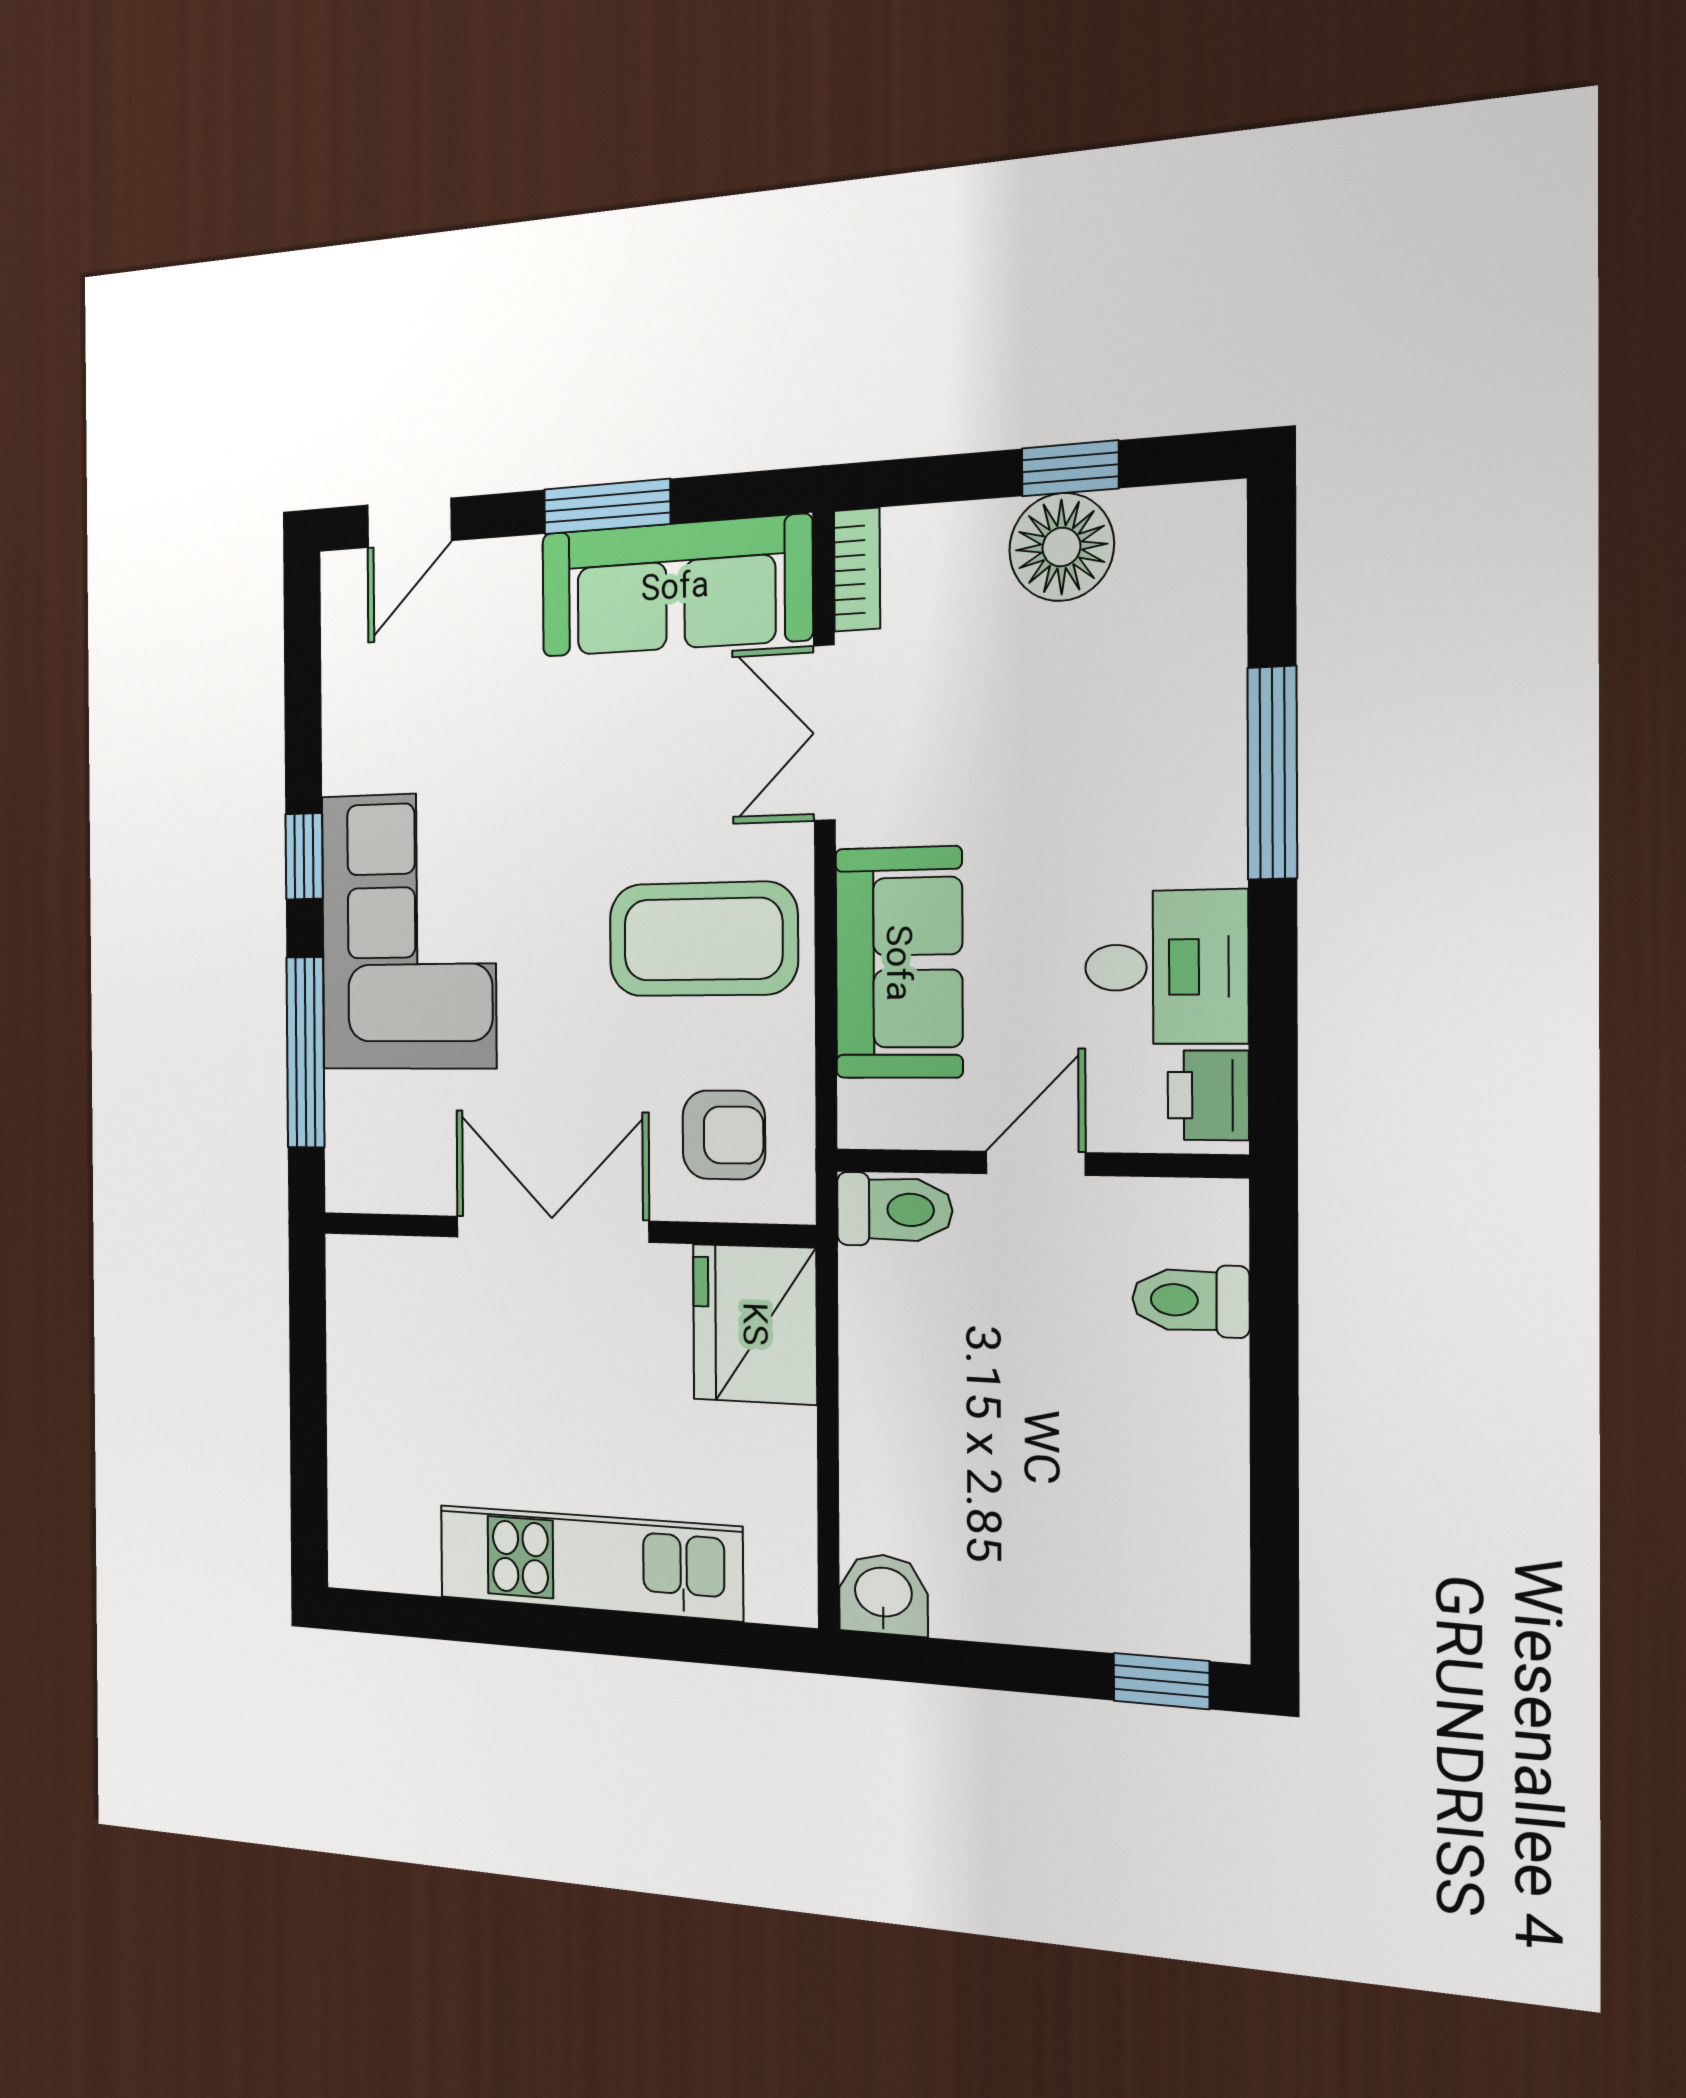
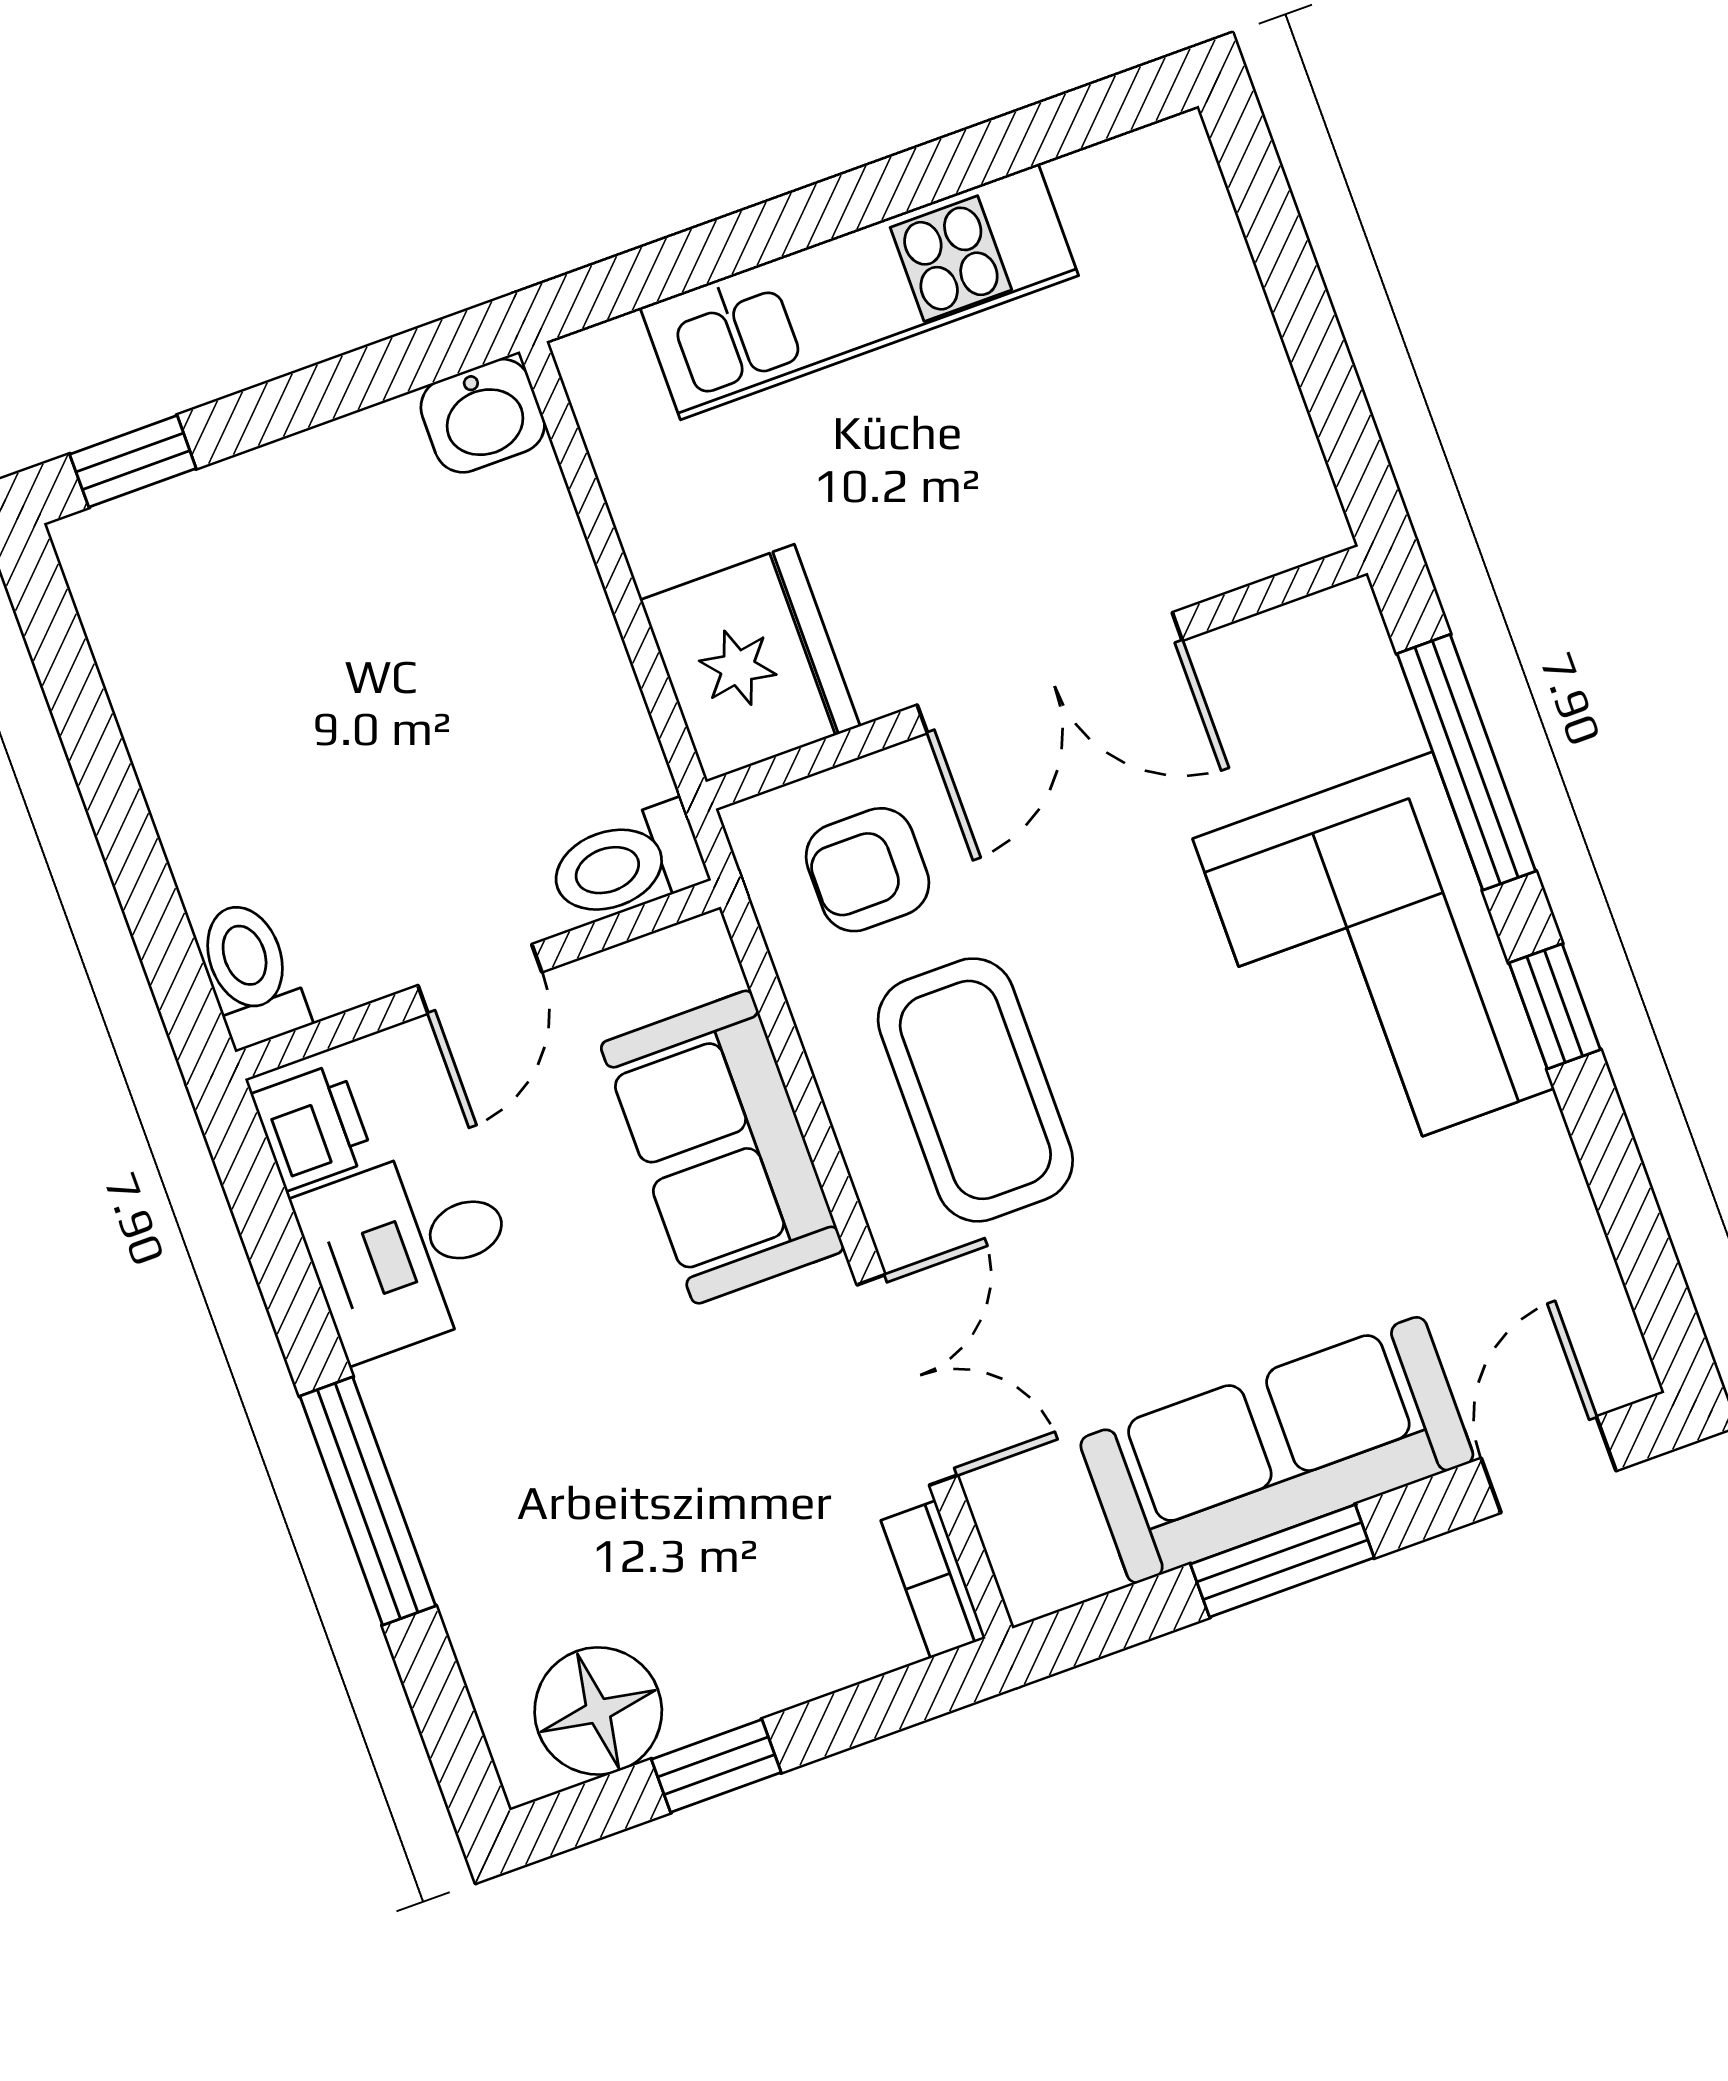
floor lamp: (1061, 547) -> (598, 1711), moved
sofa: (675, 586) -> (1277, 1450), moved
coffee table: (703, 939) -> (975, 1090), turned 90
toilet: (1191, 1300) -> (251, 973), moved, turned -90

